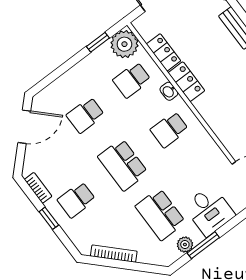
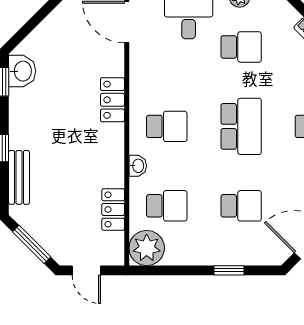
window: (98, 42) -> (229, 270), moved
locker: (186, 82) -> (112, 100), moved
school desk: (160, 214) -> (241, 47), width x0.54

